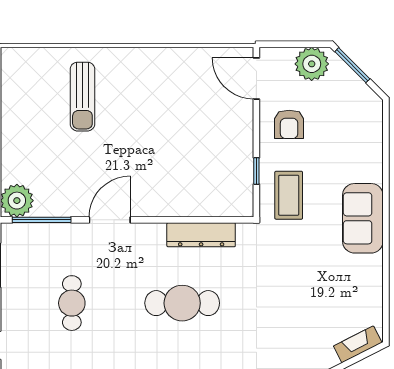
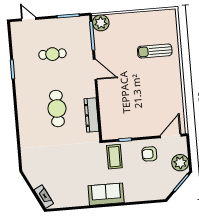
coffee table: (289, 195) -> (114, 157), turned 90

